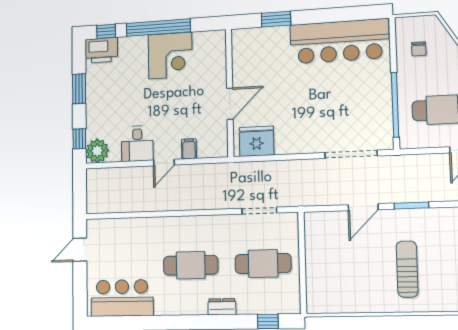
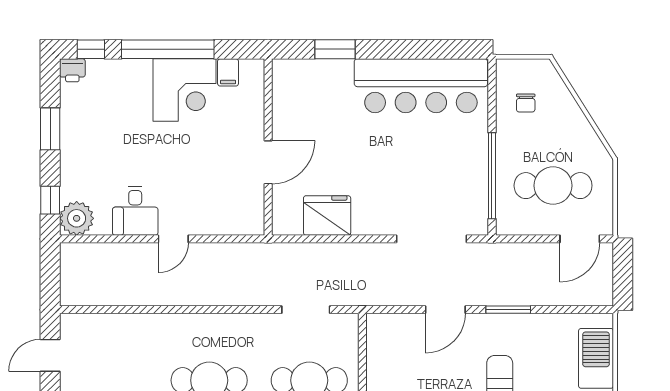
printer: (101, 50) -> (72, 70), width x0.53, depth x0.68
fridge: (257, 141) -> (327, 215), moved
filing cabinet: (189, 149) -> (228, 72), moved, turned 180

